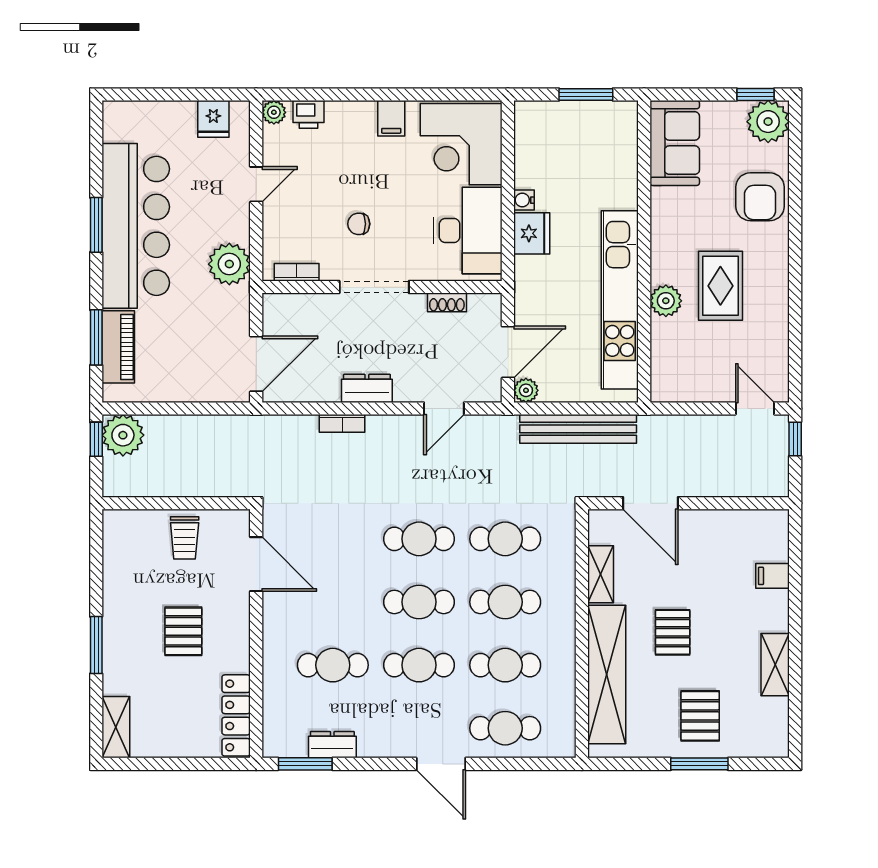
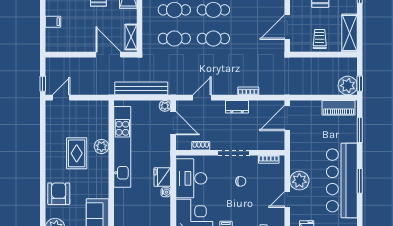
plant: (229, 264) -> (299, 181), moved
piano: (118, 347) -> (339, 108), moved, turned -90
door: (508, 352) -> (173, 123), swing flipped
door: (755, 408) -> (61, 98), swing flipped
shelving: (119, 551) -> (350, 33), added
door: (256, 564) -> (287, 27), hinge flipped
shelving: (601, 574) -> (131, 37), moved

